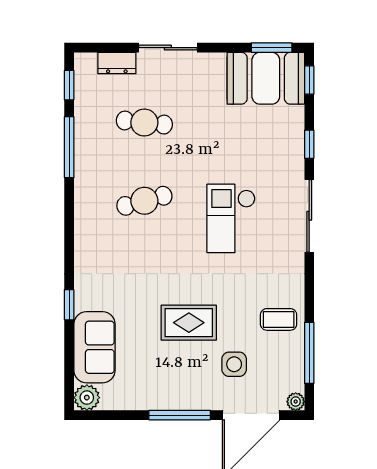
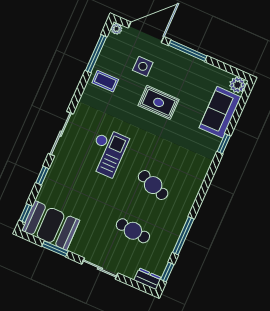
window: (272, 48) -> (55, 249), moved
dresser: (117, 63) -> (148, 279), moved
cafe table: (144, 201) -> (153, 185), turned 36

